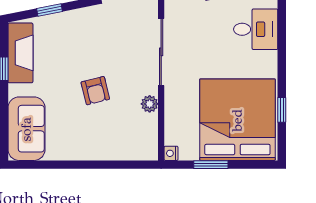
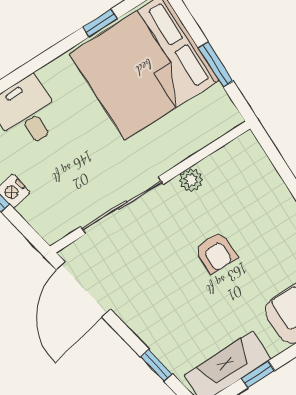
armchair: (95, 91) -> (216, 253), turned 104
nightstand: (171, 153) -> (232, 119), removed

